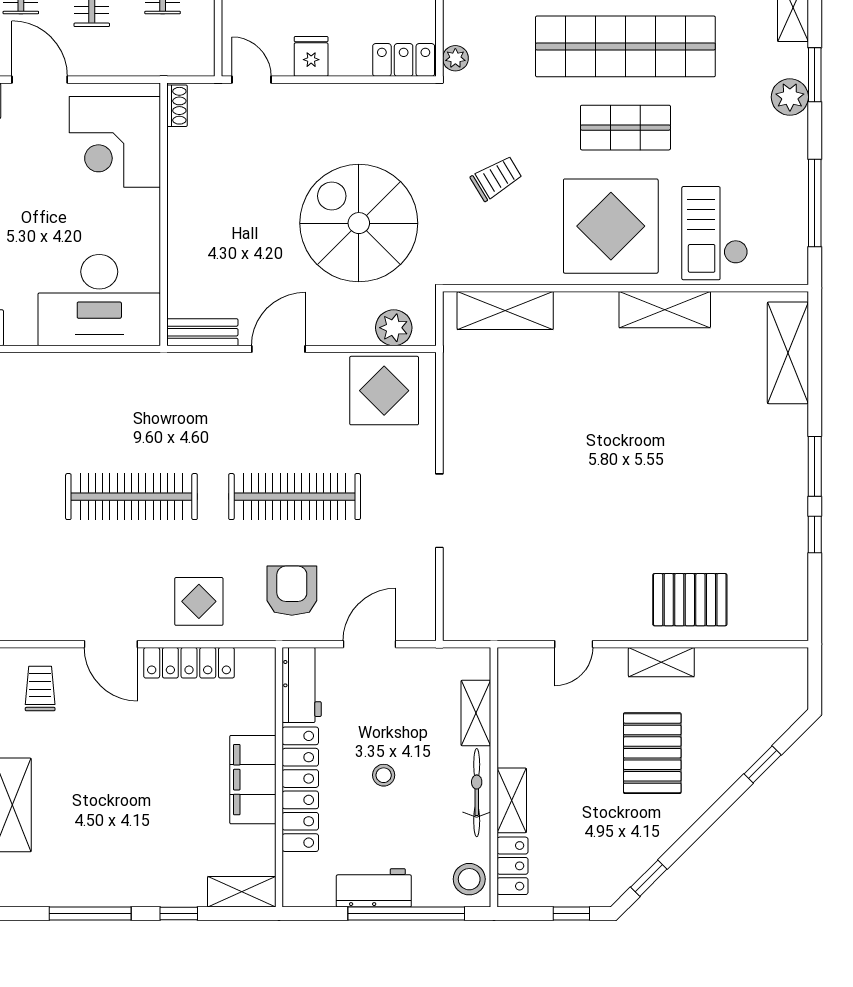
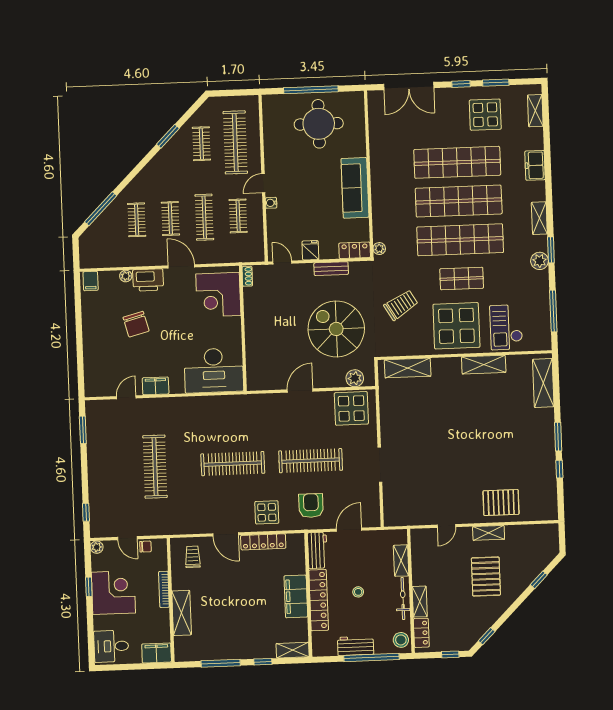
trolley: (496, 178) -> (401, 305), width x1.36, depth x1.39
bench: (202, 332) -> (331, 269), moved

